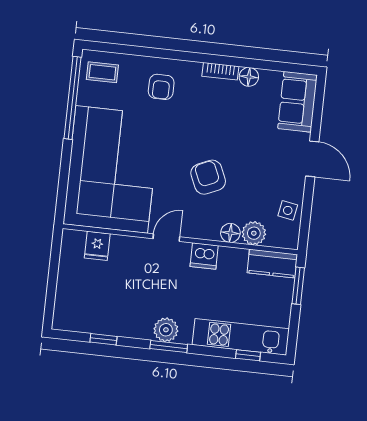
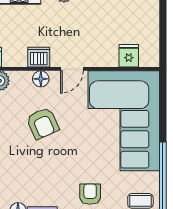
floor lamp: (230, 233) -> (41, 79), moved

